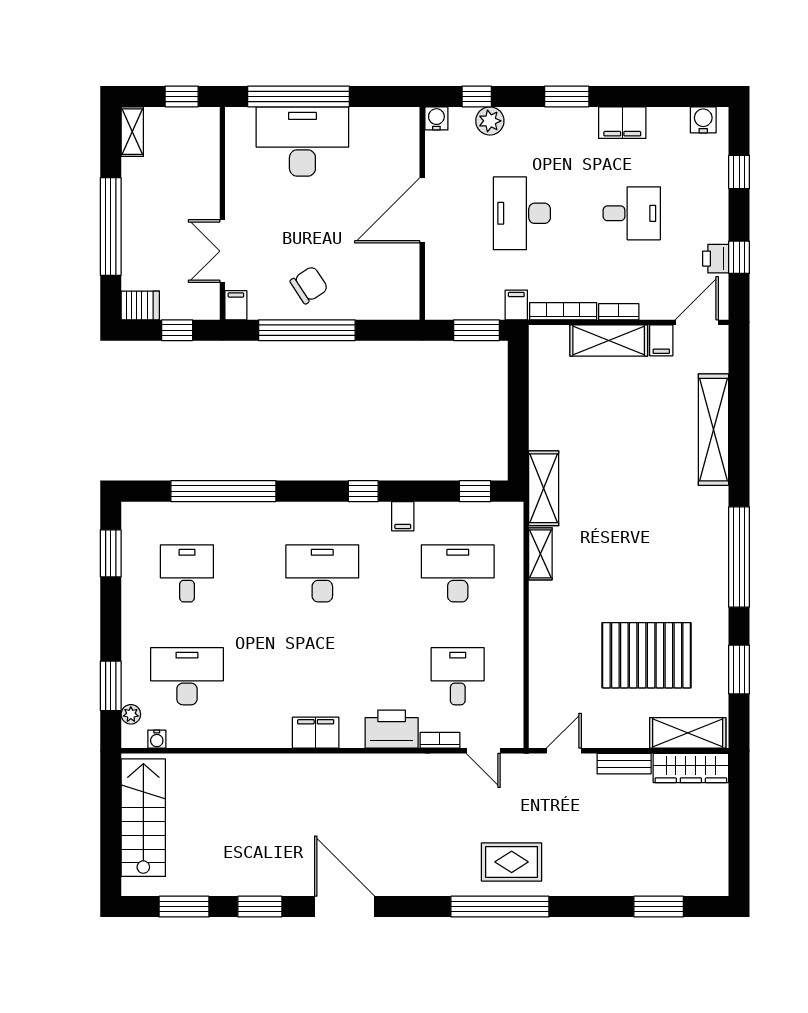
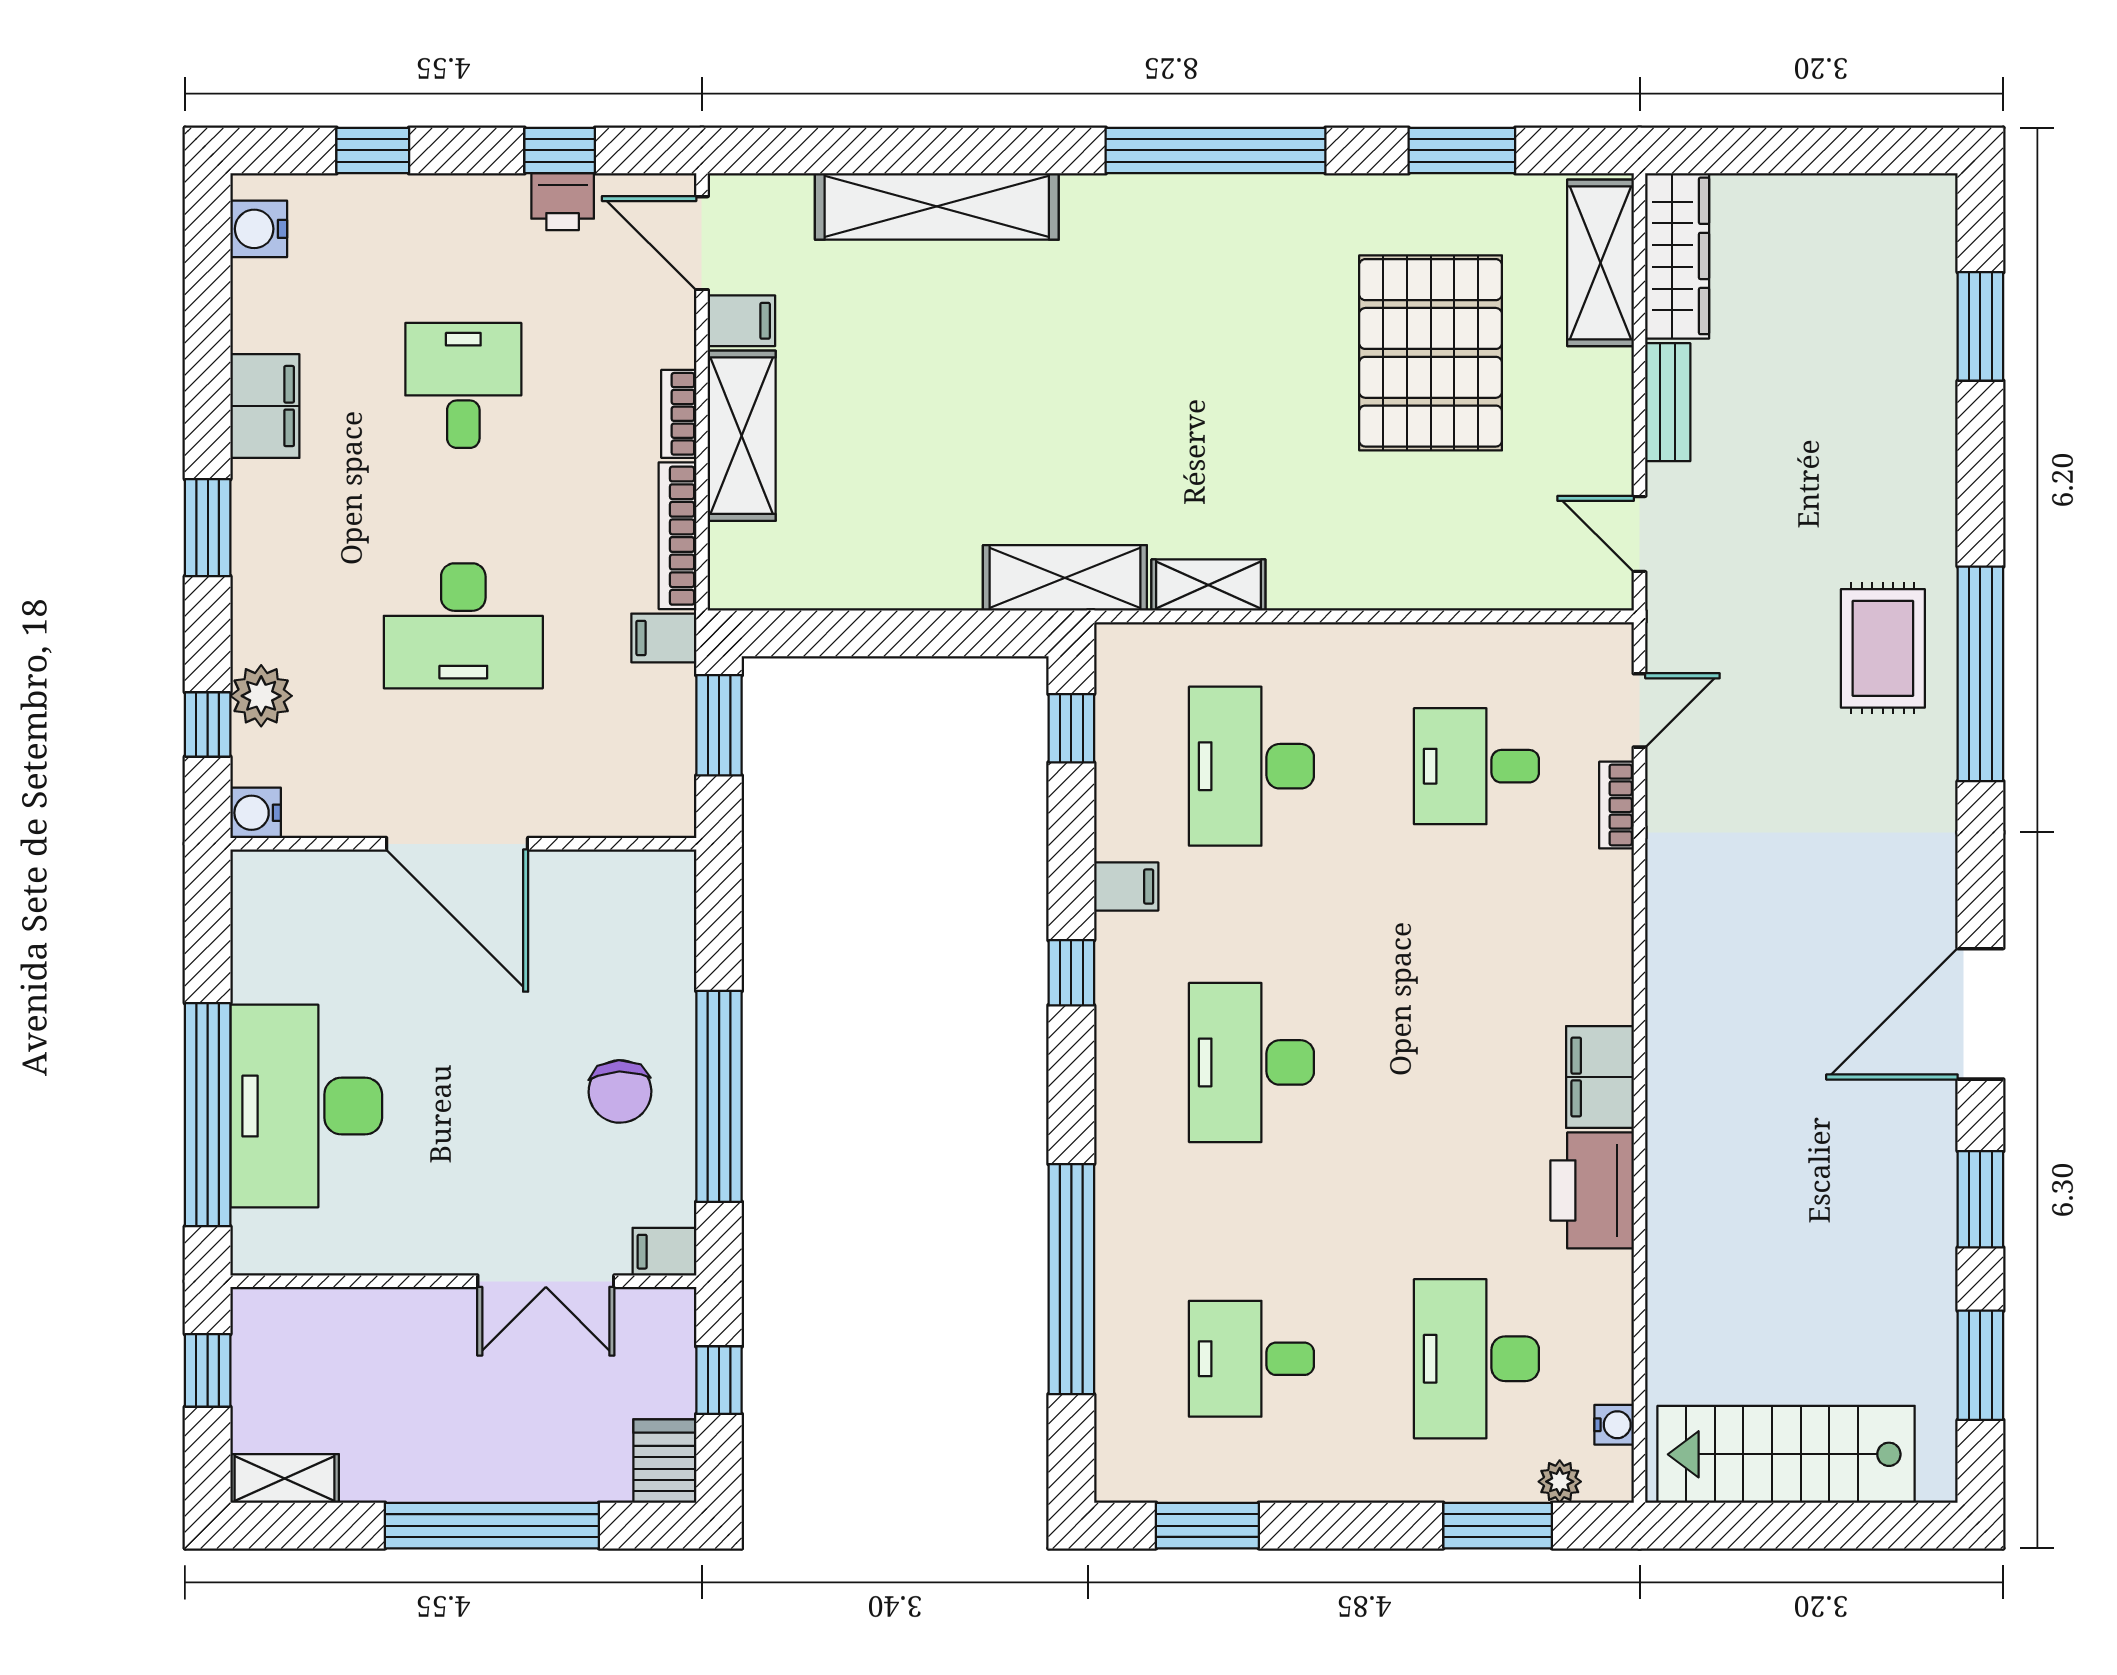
chair: (309, 285) -> (620, 1091), turned -149
printer: (392, 729) -> (1592, 1190), moved

